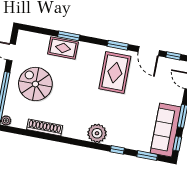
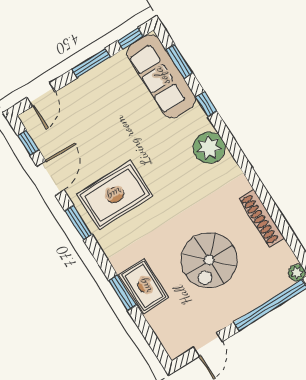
spiral stairs: (35, 84) -> (209, 260), moved
sofa: (166, 130) -> (161, 76), moved, turned 90

